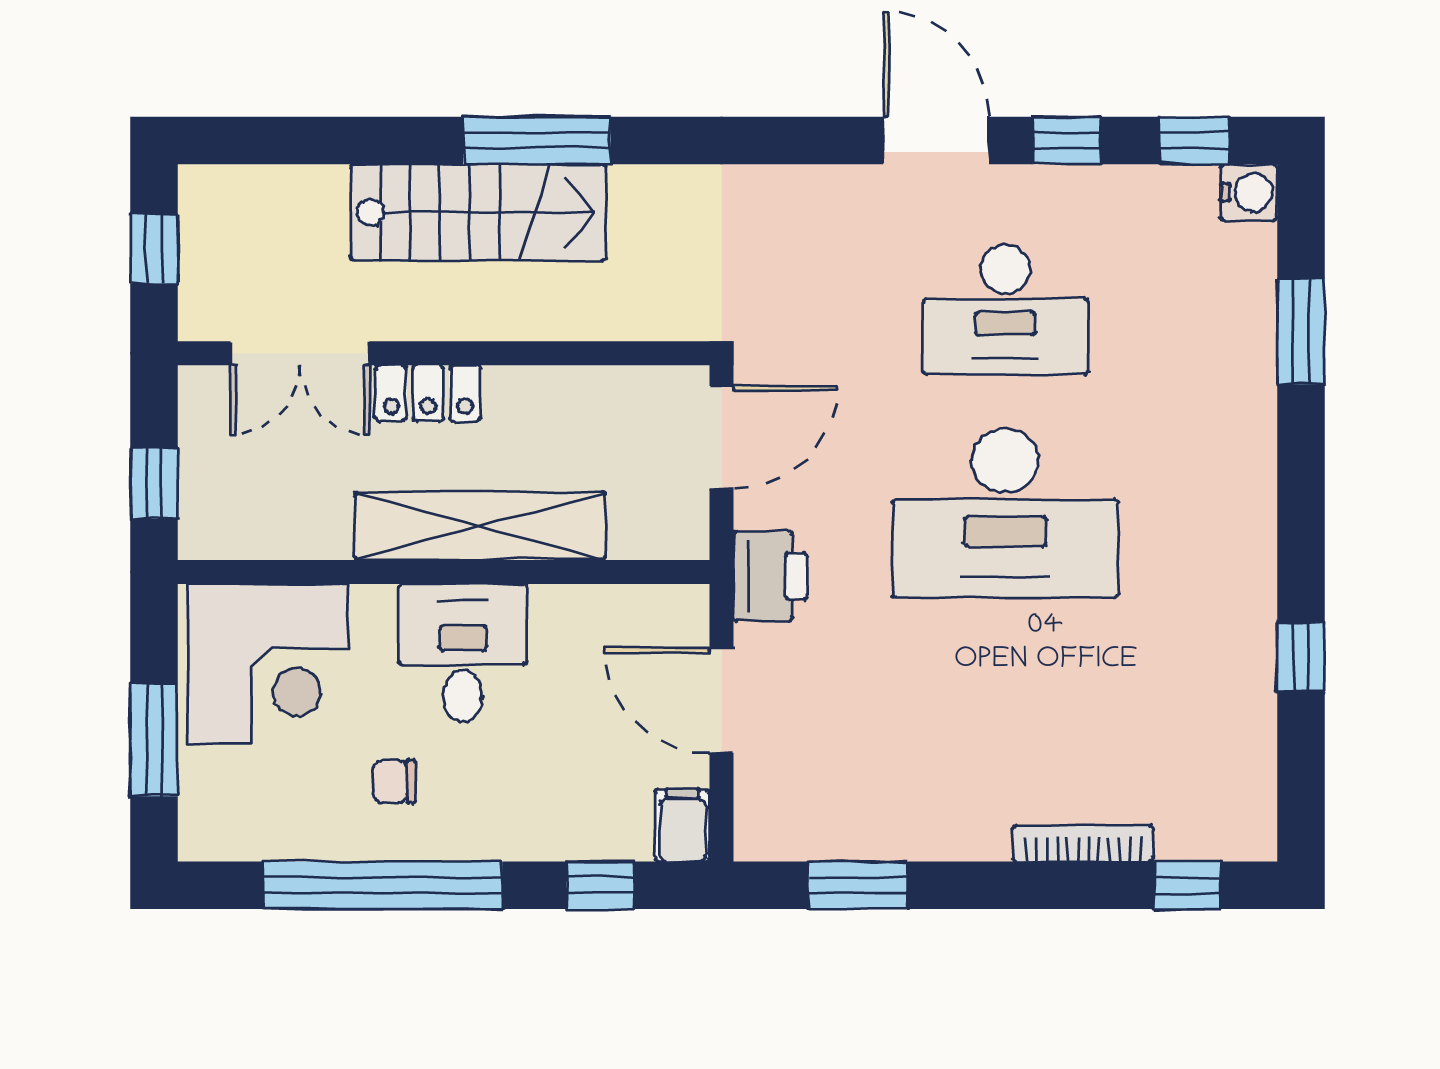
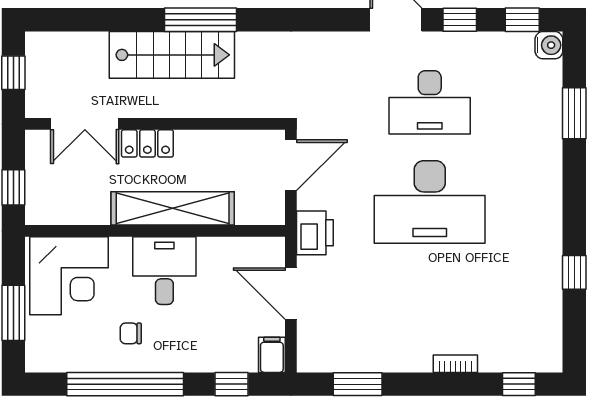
bookcase: (1083, 844) -> (455, 364), width x0.64

